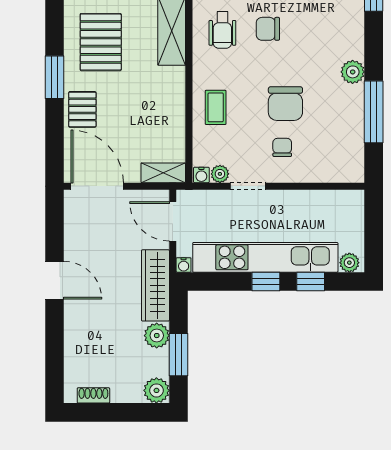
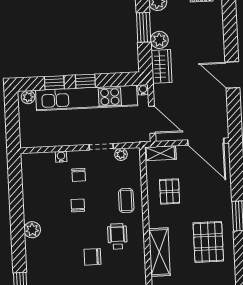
chair: (268, 29) -> (93, 257), turned 180
wheelchair: (222, 30) -> (117, 236), moved
chair: (285, 104) -> (78, 205), width x0.54, depth x0.54
pallet: (82, 109) -> (170, 191), moved
window: (374, 112) -> (16, 203), removed
water cooler: (201, 175) -> (61, 157), moved
wardrobe: (155, 285) -> (162, 66), width x0.67

